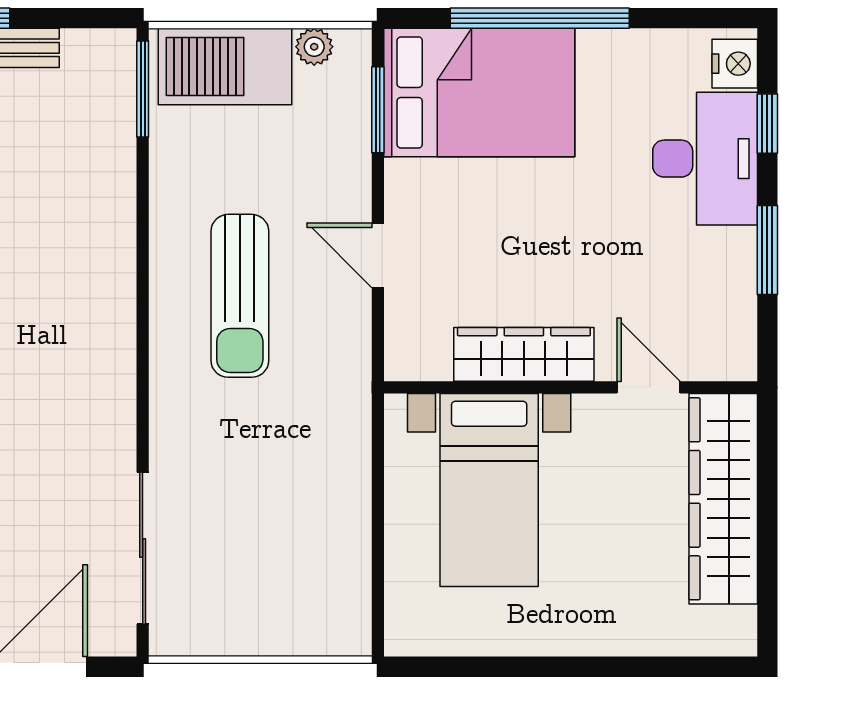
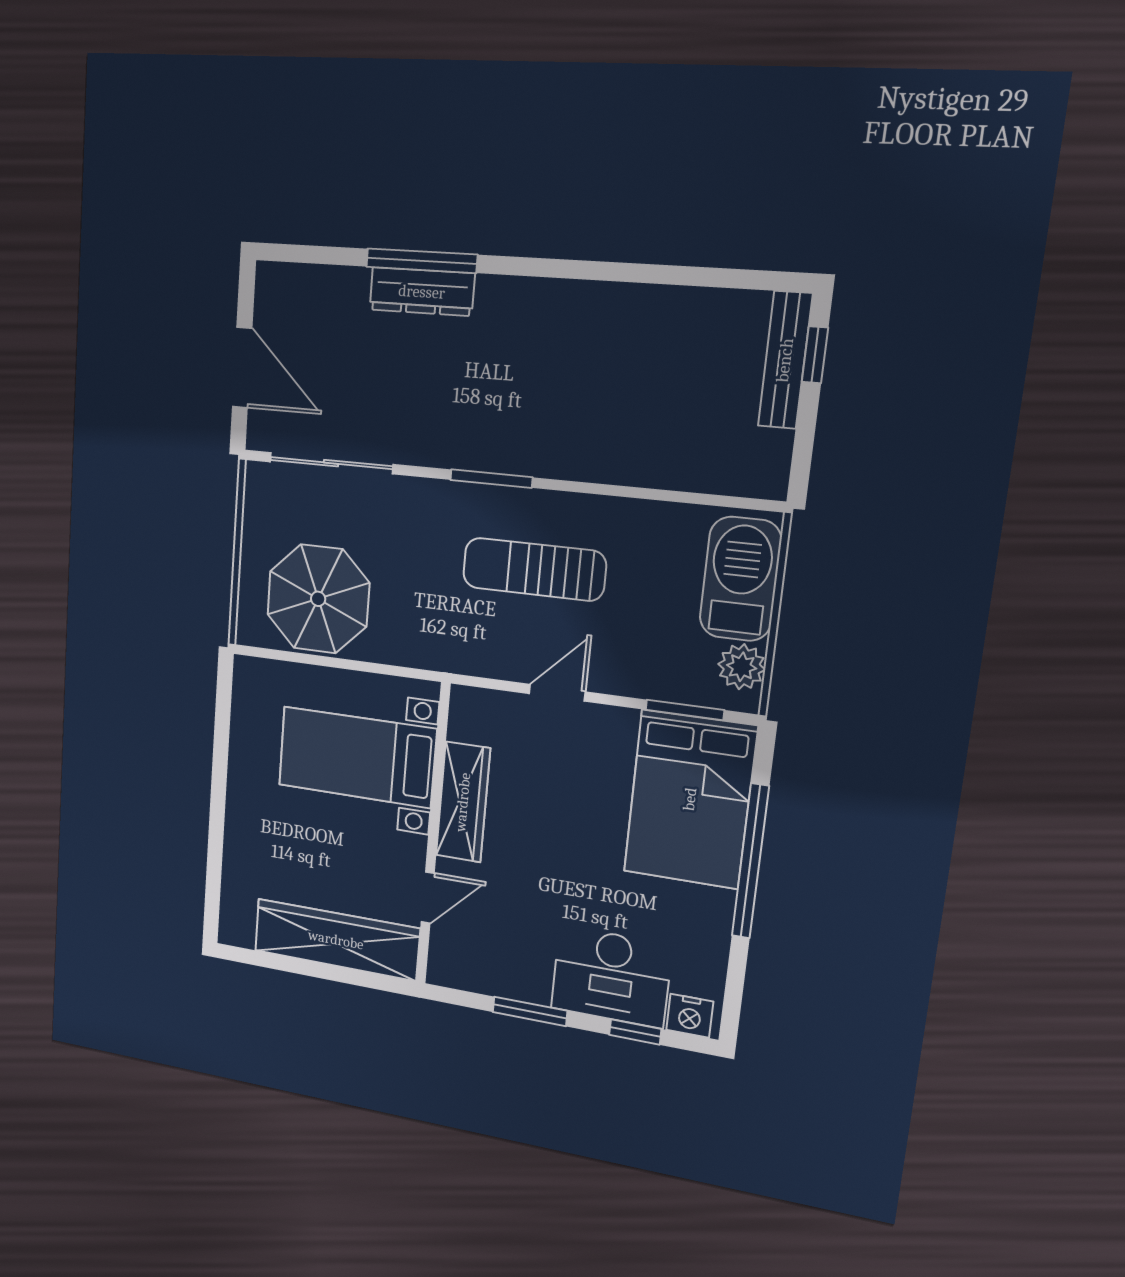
plant: (314, 47) -> (742, 667), width x1.38, depth x1.38
window: (143, 89) -> (491, 479), moved
parasol: (304, 553) -> (318, 599), added

